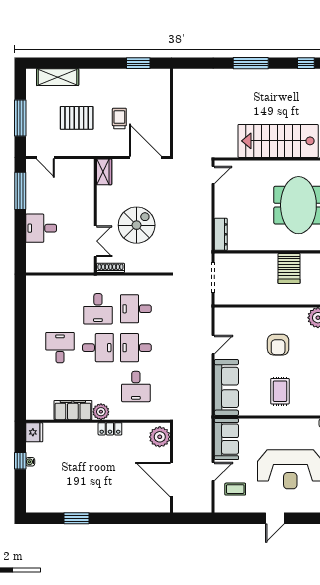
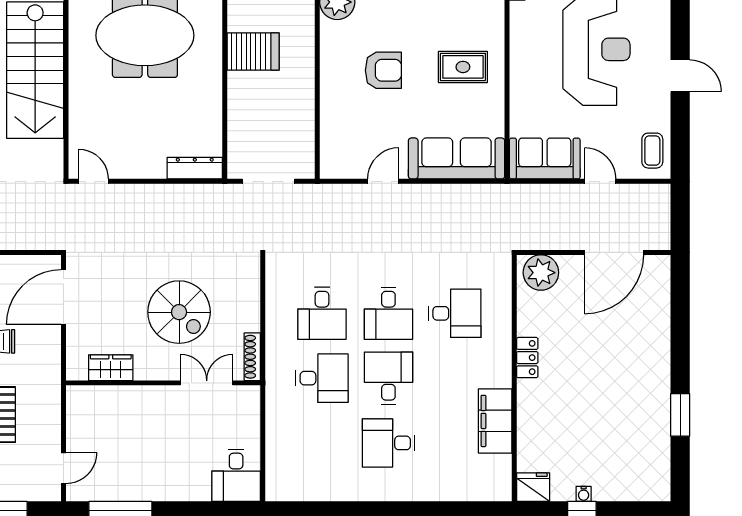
wardrobe: (104, 172) -> (111, 368), moved
spiral stairs: (137, 225) -> (179, 312), turned 180
desk: (41, 228) -> (236, 475), moved
door: (213, 345) -> (383, 181), hinge flipped
plant: (101, 412) -> (498, 373), removed
coffee table: (235, 489) -> (652, 151), moved

